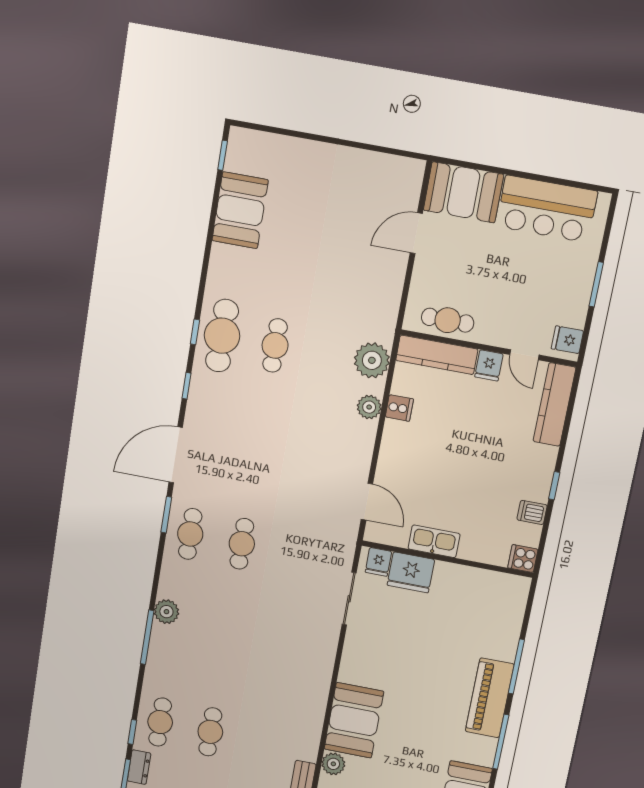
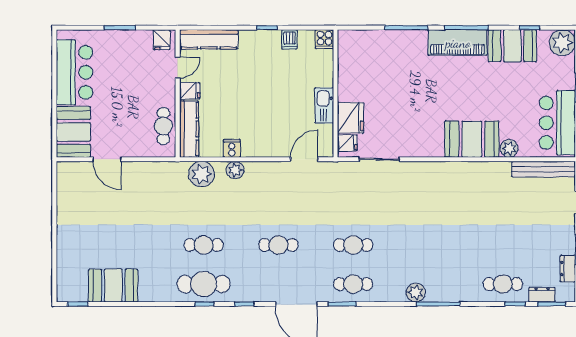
piano: (490, 698) -> (458, 43), moved
cafe table: (210, 732) -> (278, 245), moved

